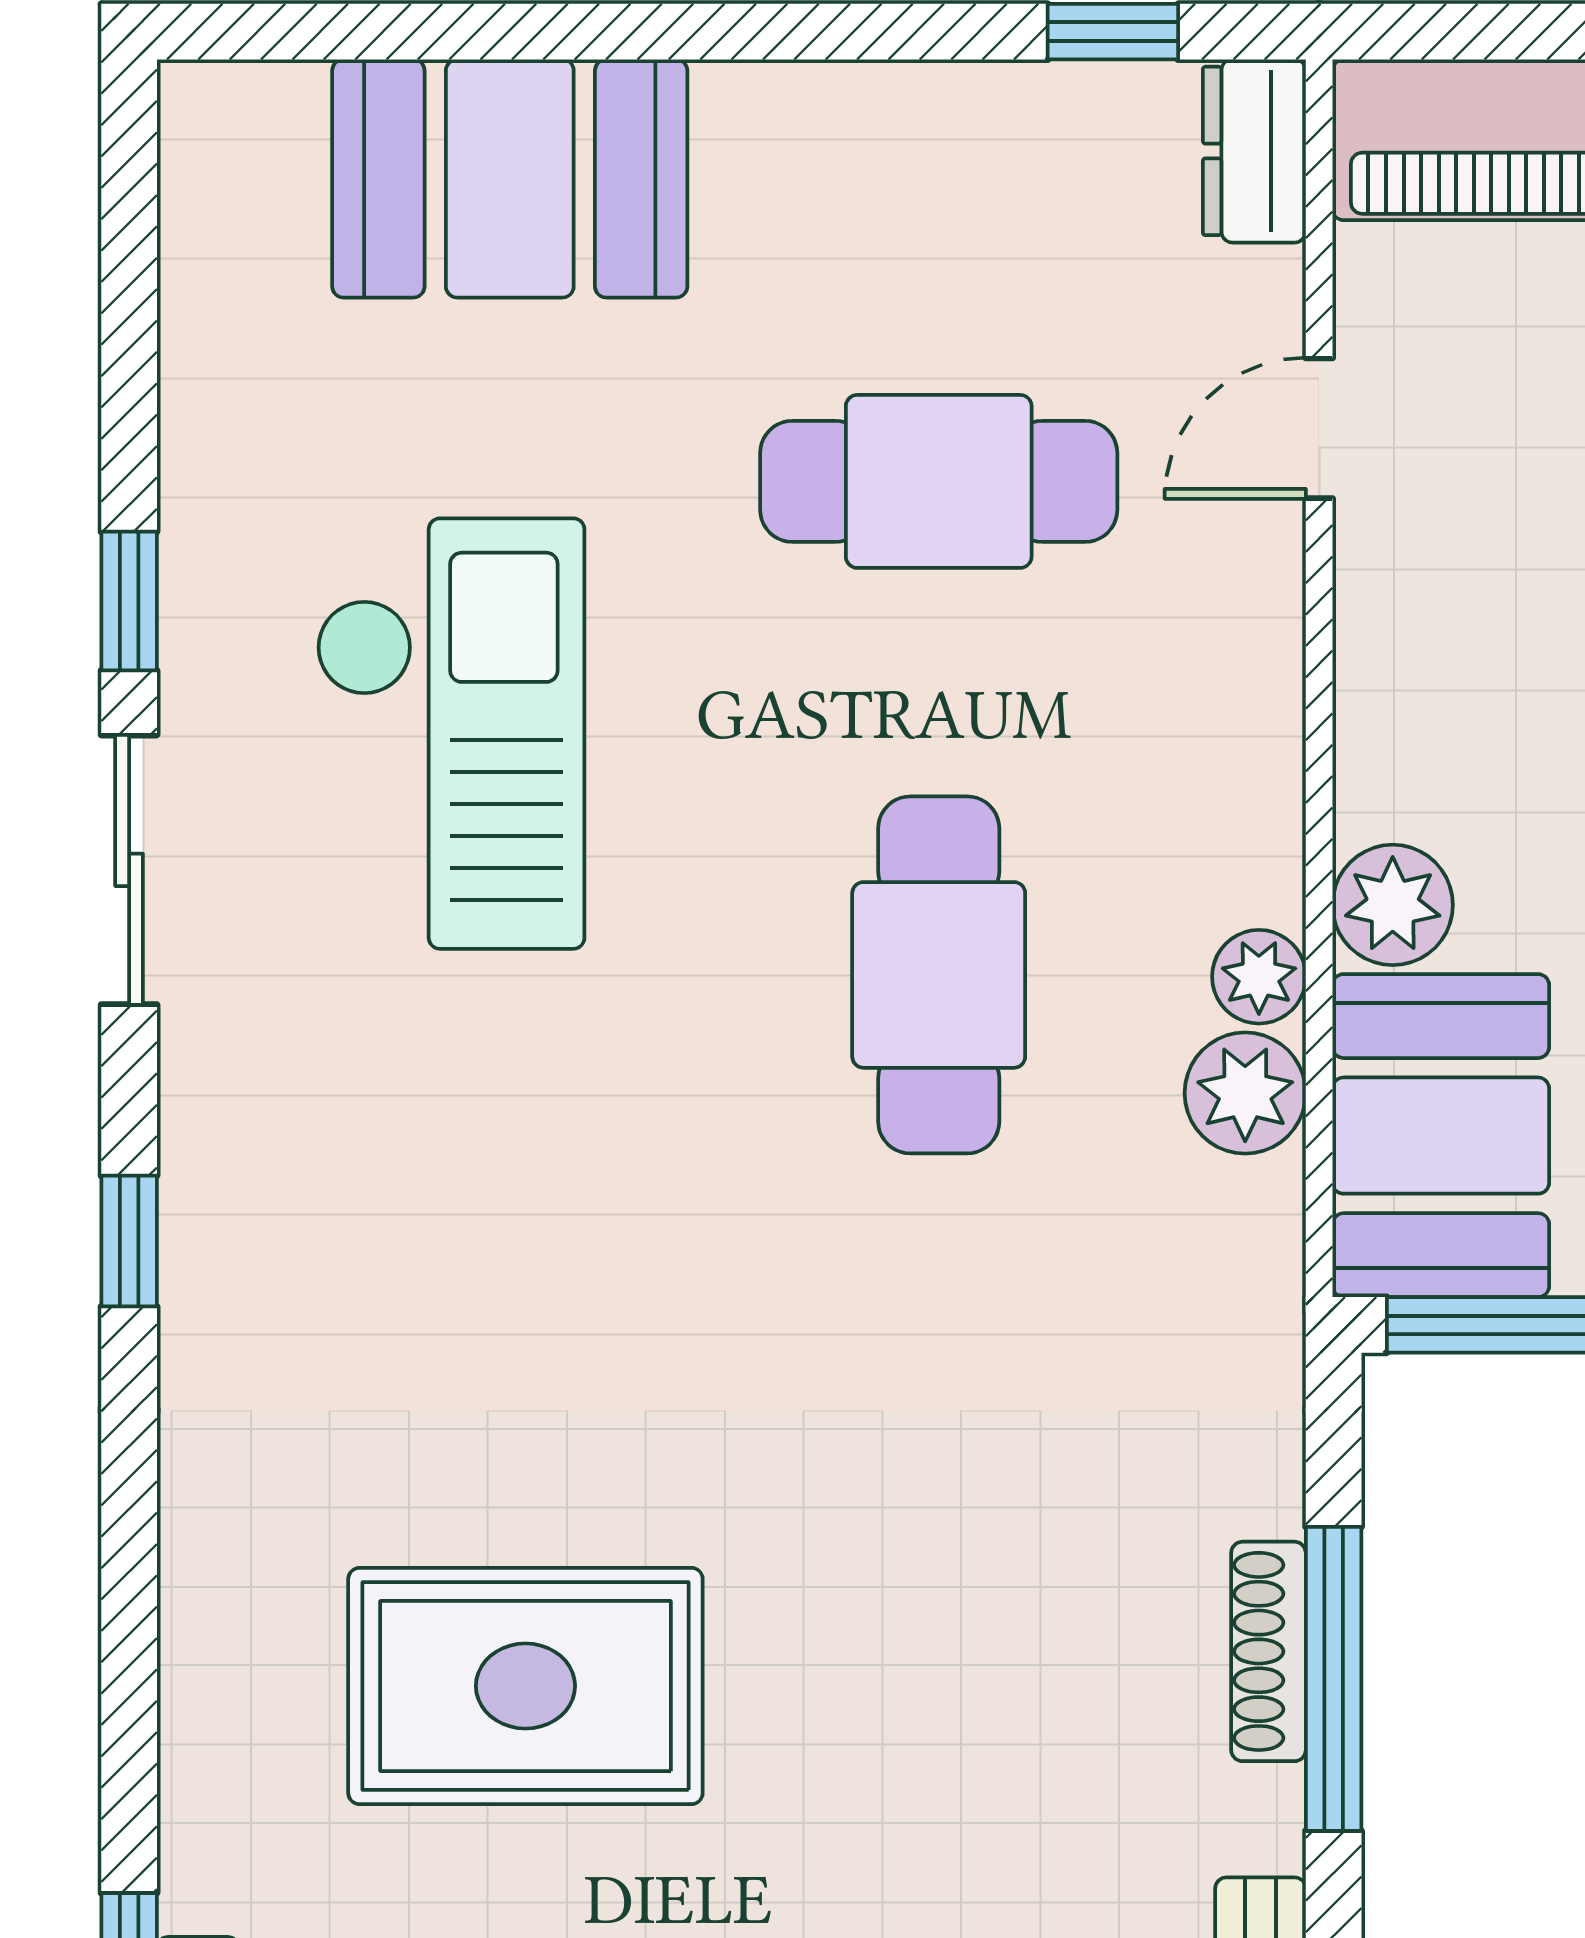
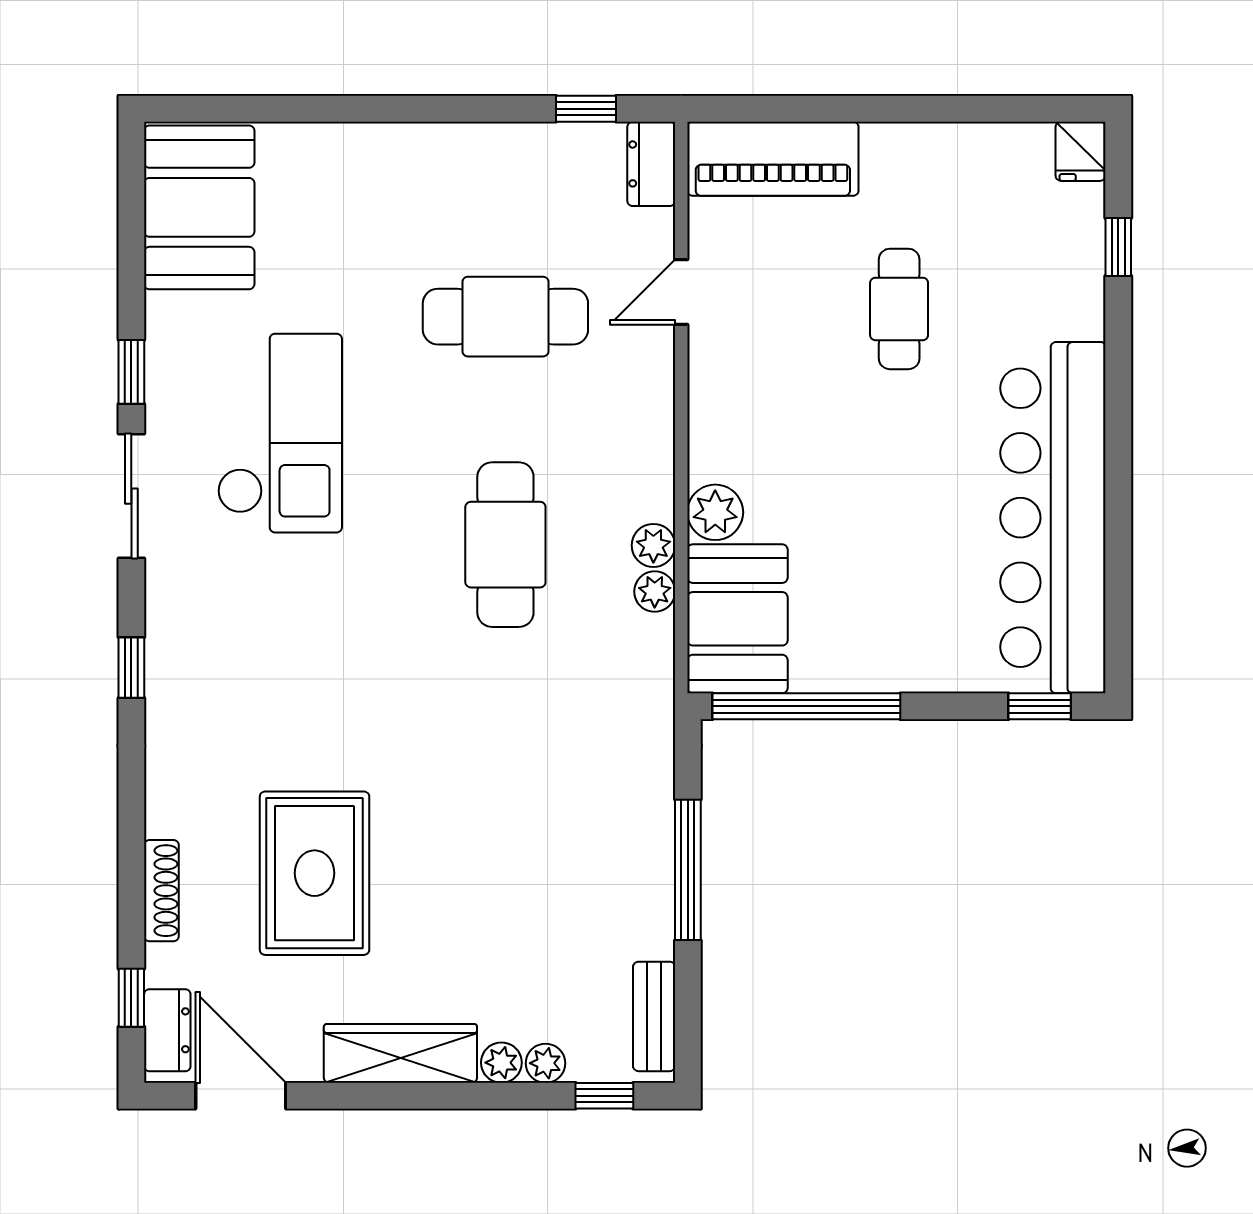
booth: (510, 179) -> (199, 207), moved, turned 90
plant: (1245, 1093) -> (655, 592), width x0.73, depth x0.73
shoe rack: (1268, 1651) -> (161, 891), moved, turned 180
rug: (525, 1686) -> (315, 873), turned 90

